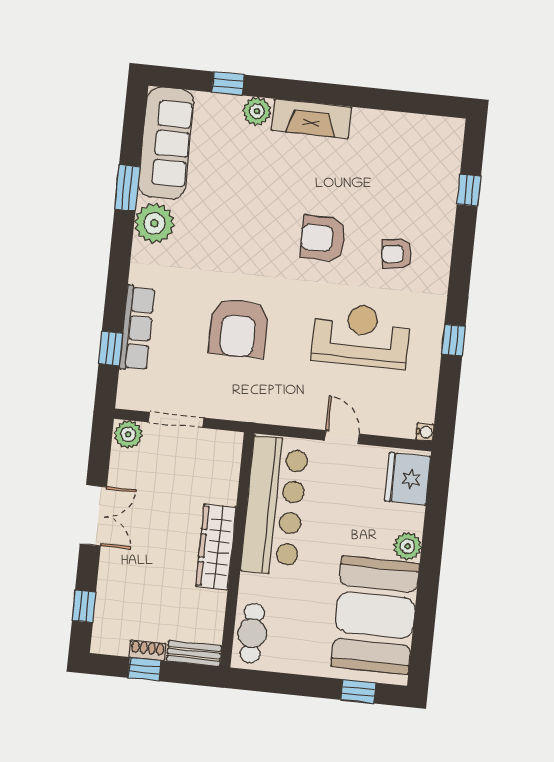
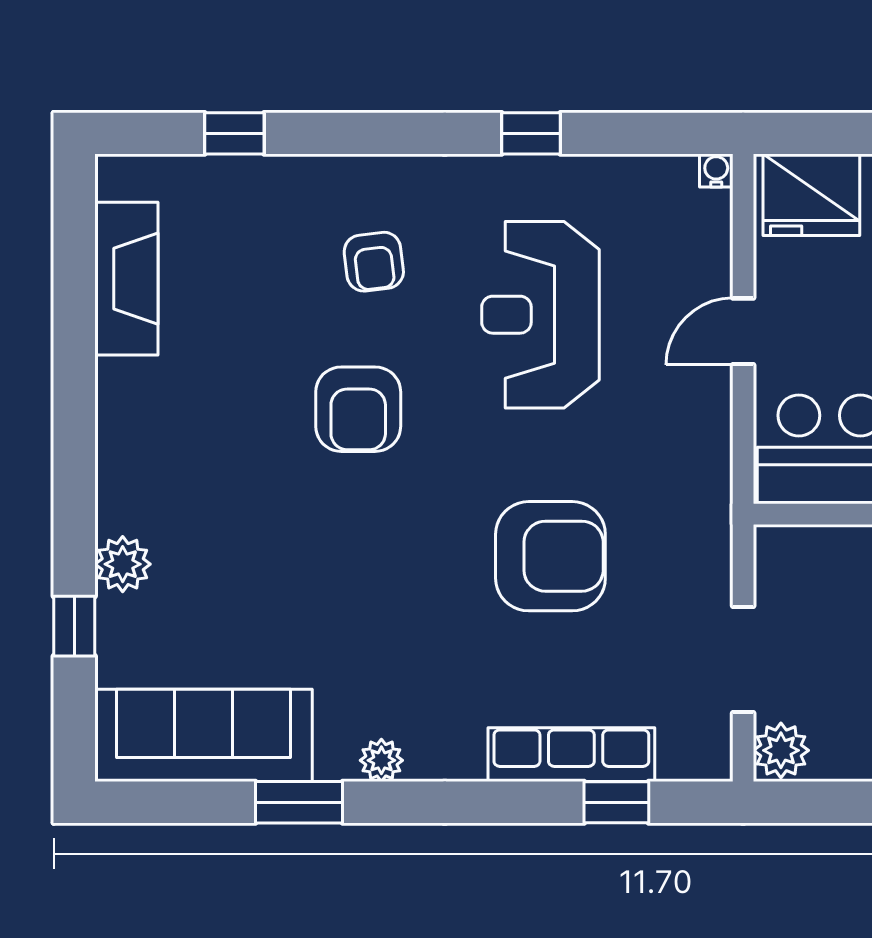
fireplace: (311, 119) -> (126, 279), moved
plant: (154, 223) -> (381, 760), width x0.53, depth x0.53

